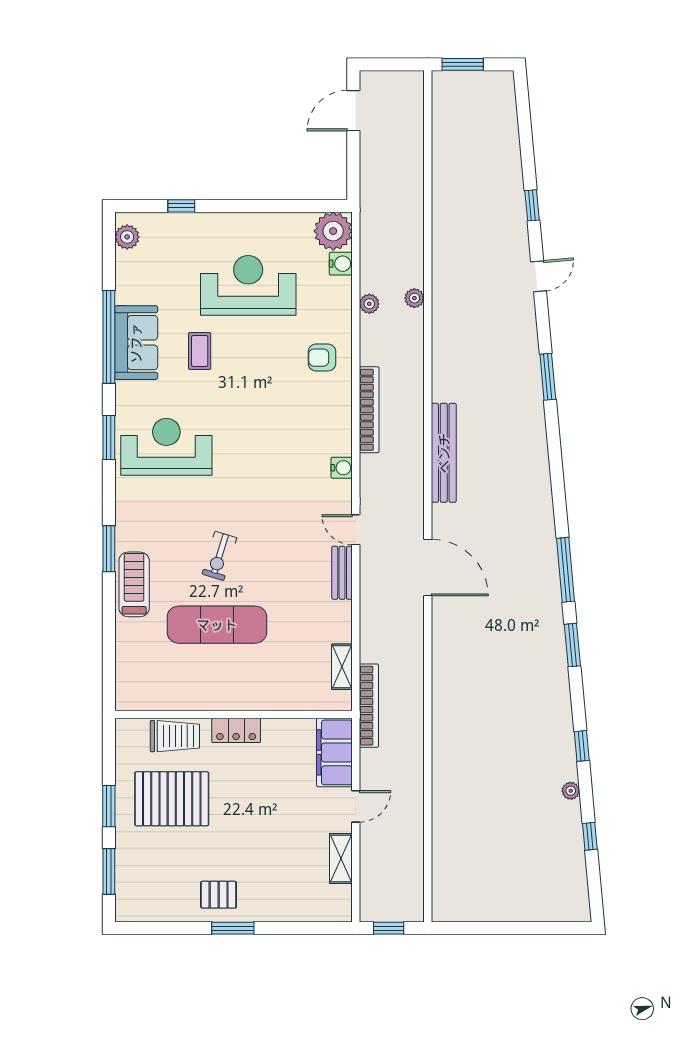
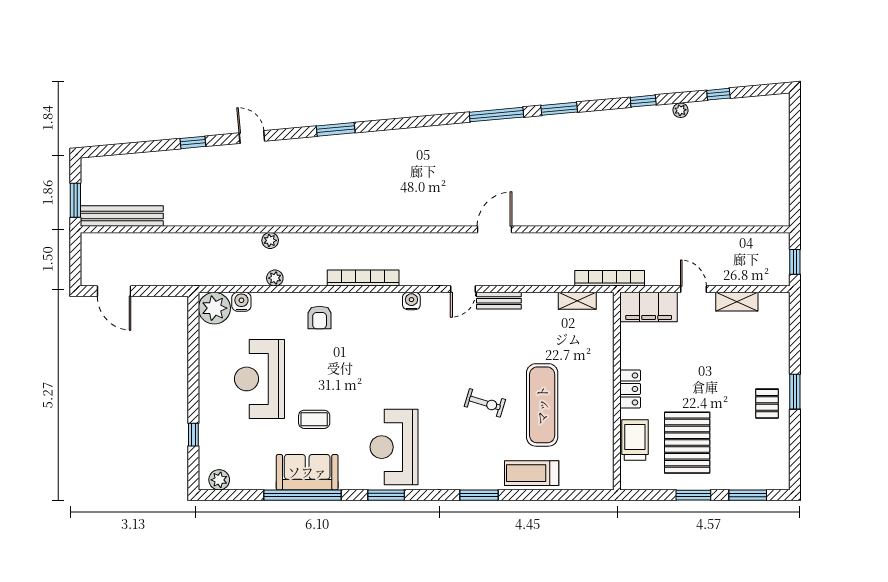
bench: (444, 453) -> (122, 216), moved
door: (428, 568) -> (495, 229), width x0.73
treadmill: (134, 584) -> (532, 473), moved

